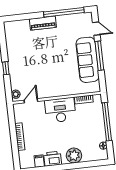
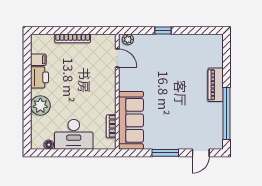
window: (99, 56) -> (165, 153), width x0.69
sofa: (88, 60) -> (131, 120), moved, turned 90
desk: (60, 110) -> (74, 134), moved, turned 90
window: (107, 122) -> (79, 153), removed

